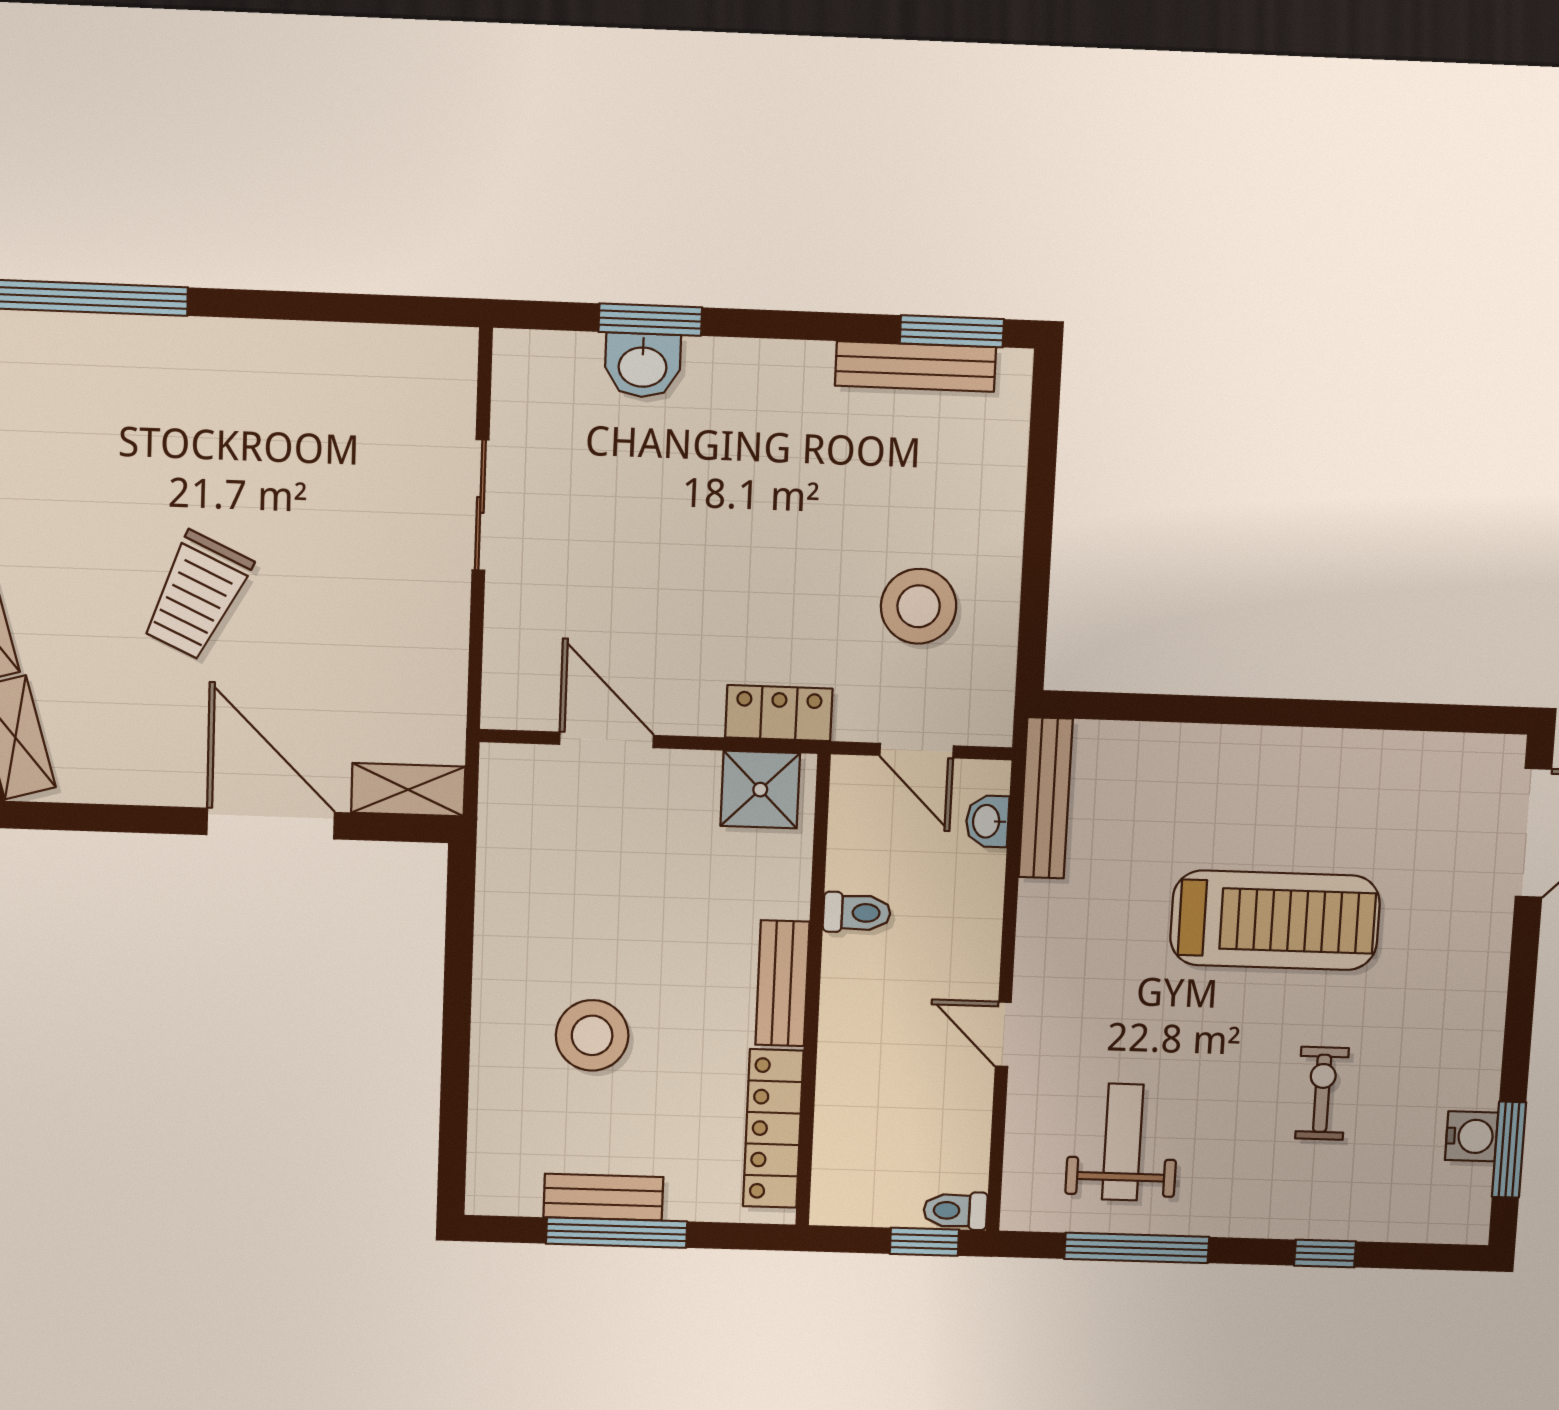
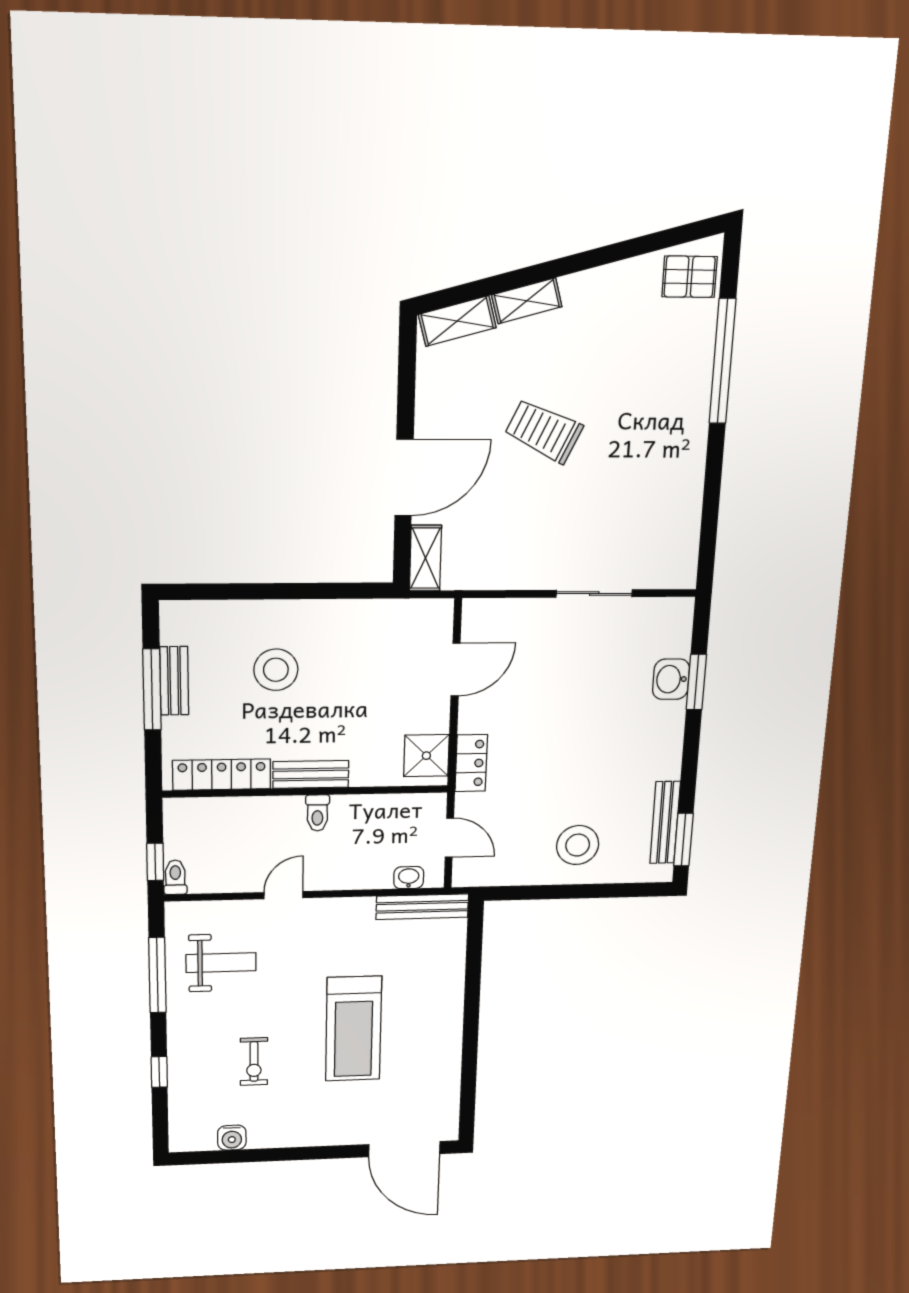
stool: (919, 606) -> (578, 845), moved
door: (917, 751) -> (449, 838), swing flipped
toilet: (857, 913) -> (317, 813), moved
exercise bike: (1322, 1093) -> (254, 1061), turned 90
window: (1509, 1150) -> (225, 1157), removed

